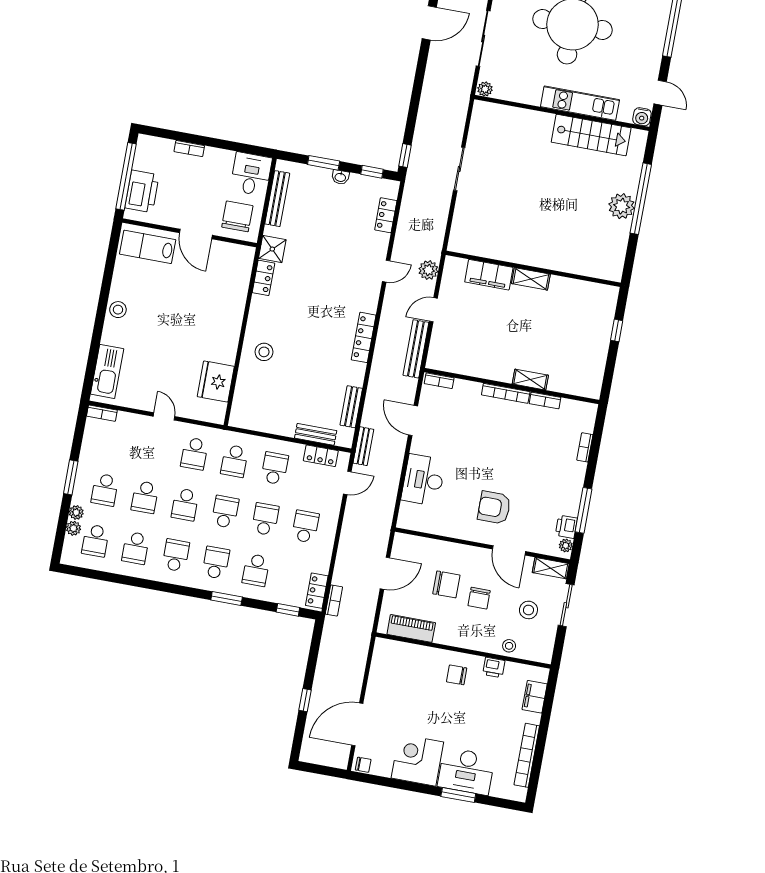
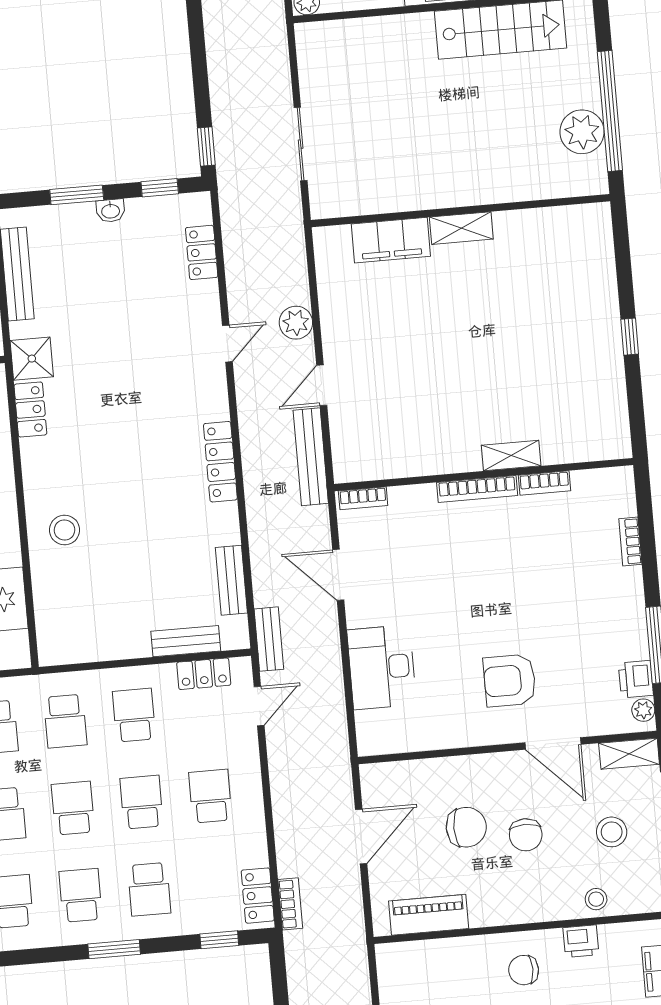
wall: (533, 269) -> (461, 211), moved
filing cabinet: (489, 275) -> (391, 240), moved
shelving: (531, 279) -> (461, 228), moved

